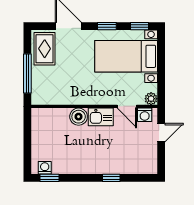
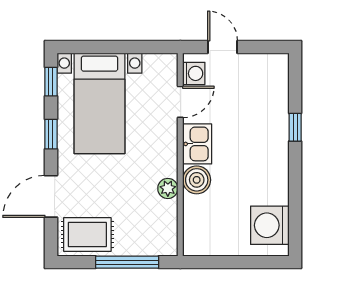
plant: (151, 99) -> (168, 188), moved
washing machine: (45, 168) -> (270, 225), width x1.89, depth x1.89
window: (50, 178) -> (295, 227), removed

